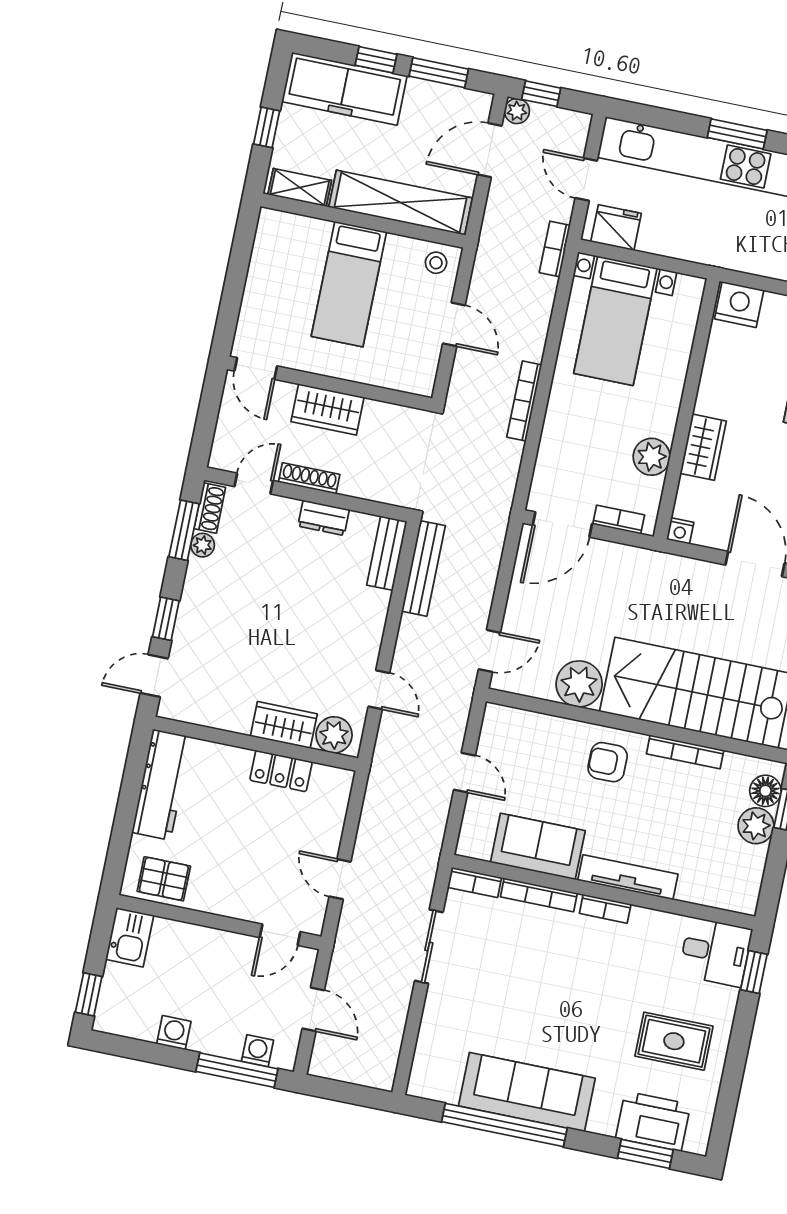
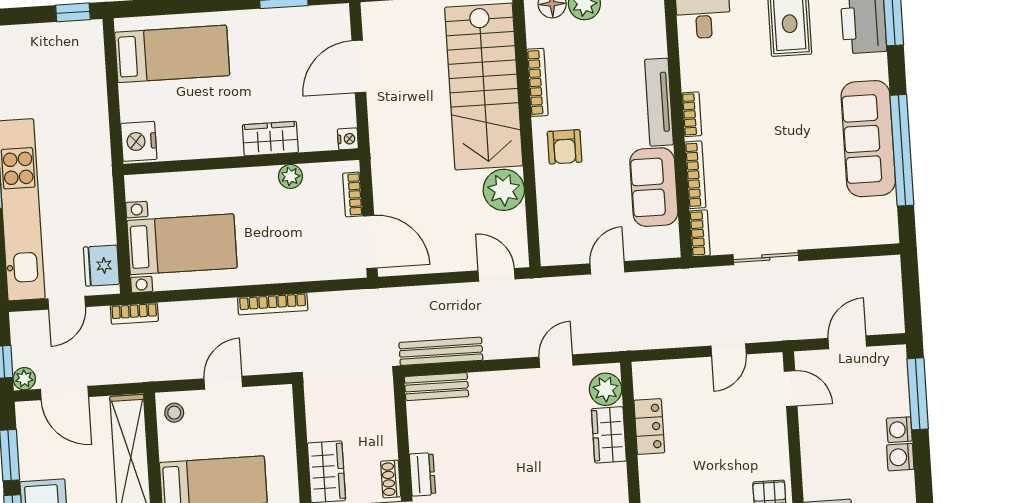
plant: (652, 457) -> (290, 176), width x0.73, depth x0.73
shoe rack: (309, 478) -> (391, 479), width x0.70
dresser: (324, 518) -> (422, 474), moved
washing machine: (257, 1051) -> (899, 430), moved

